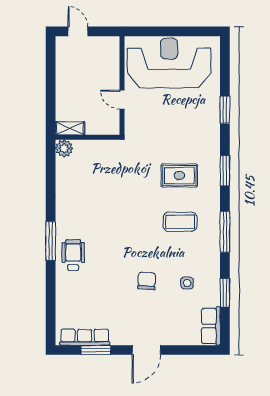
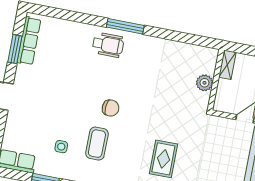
plant: (64, 148) -> (204, 83), moved
coffee table: (180, 222) -> (97, 144), moved
chair: (147, 281) -> (111, 108), moved

